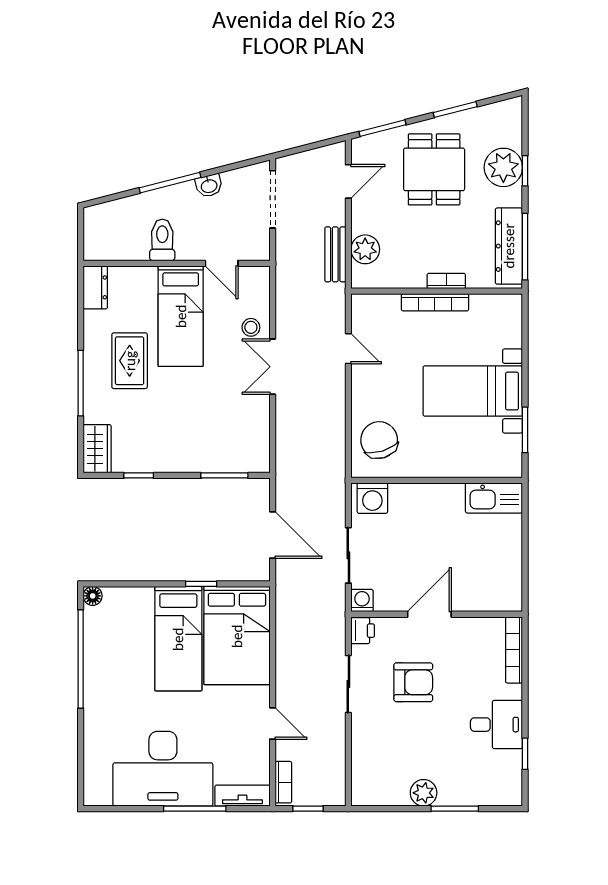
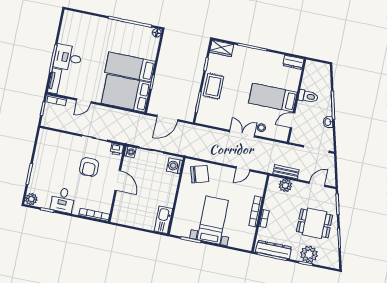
door: (348, 181) -> (317, 184), swing flipped
rug: (130, 361) -> (213, 86), moved, turned 90
desk: (163, 769) -> (68, 58), width x0.53, depth x0.77
plant: (424, 793) -> (31, 199), moved

